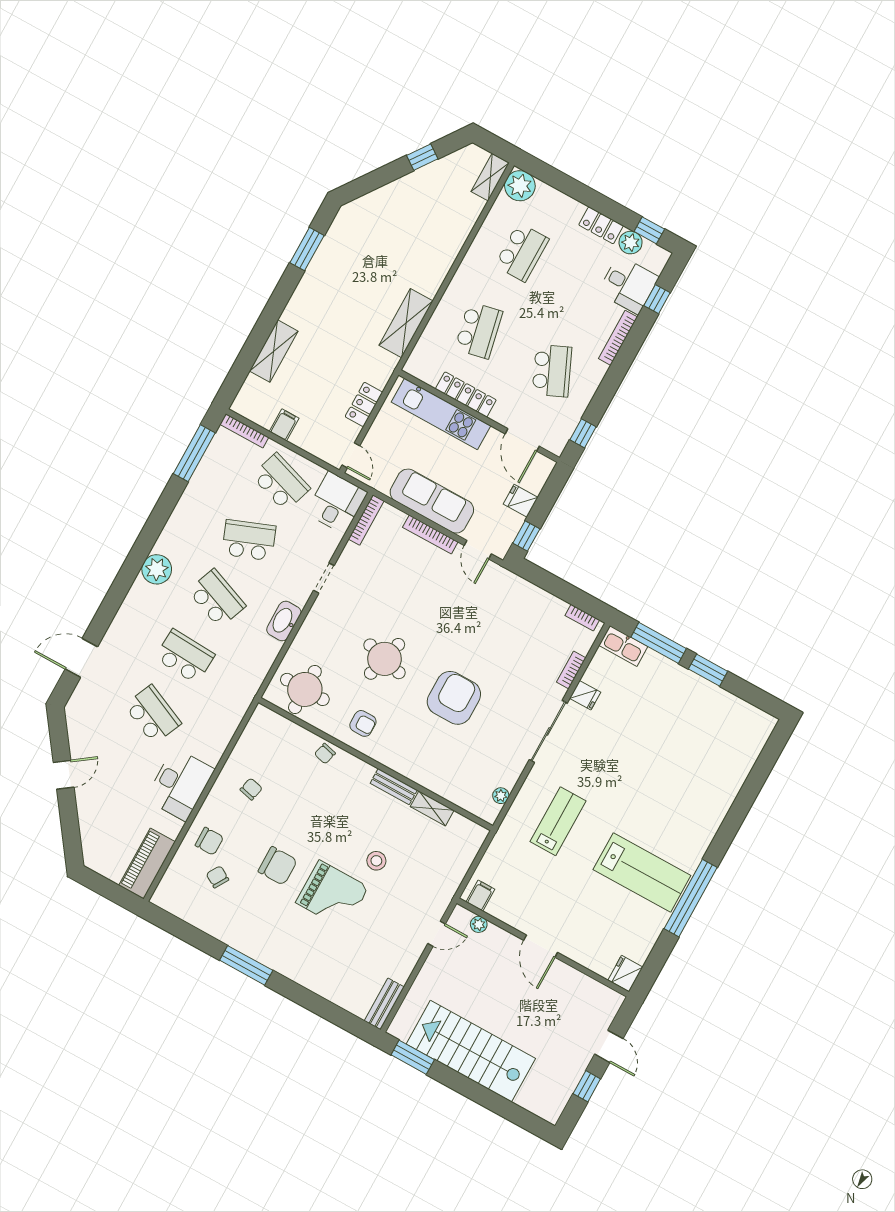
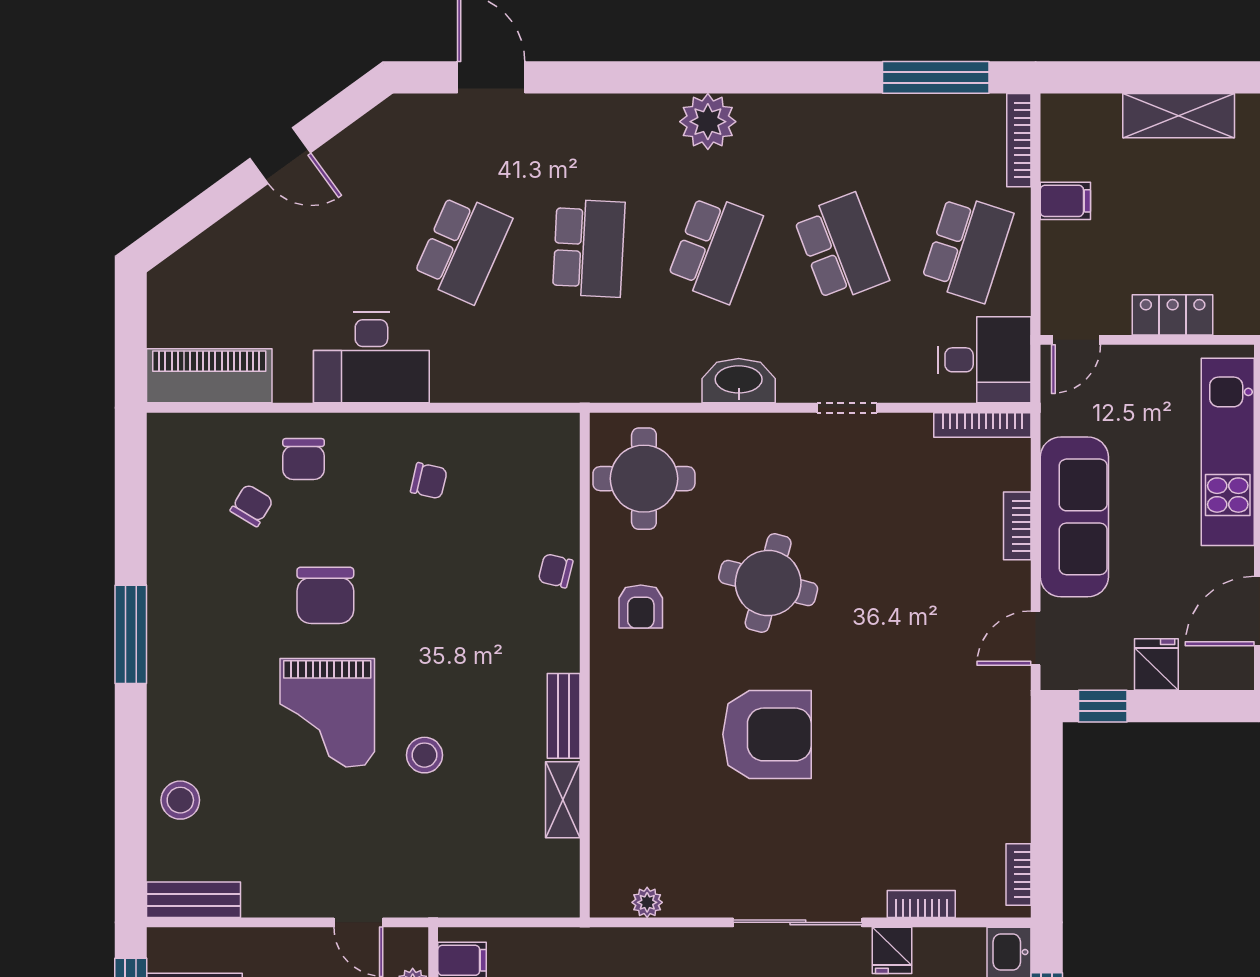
bookcase: (430, 535) -> (1017, 526), width x0.64
stool: (335, 985) -> (180, 800), added

